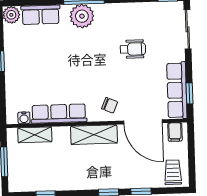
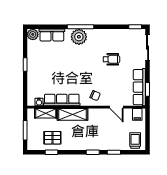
door: (143, 122) -> (117, 107), width x0.53
shelving: (94, 135) -> (73, 114), moved
pallet: (46, 172) -> (52, 138), added

